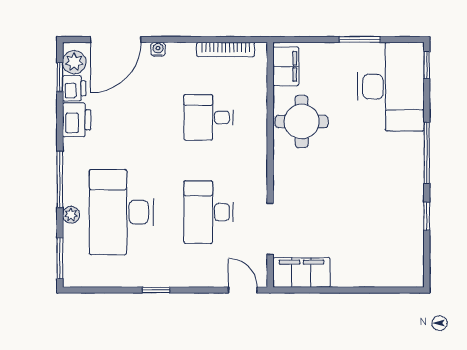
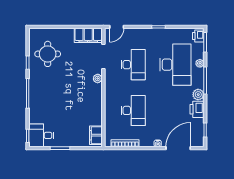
plant: (74, 62) -> (198, 95), moved
desk: (391, 87) -> (41, 135), width x0.53, depth x0.77
printer: (74, 88) -> (198, 36), moved
desk: (209, 117) -> (133, 110), width x1.37
round table: (302, 122) -> (48, 54), moved
plant: (282, 183) -> (98, 79), added
door: (243, 290) -> (117, 27), hinge flipped

